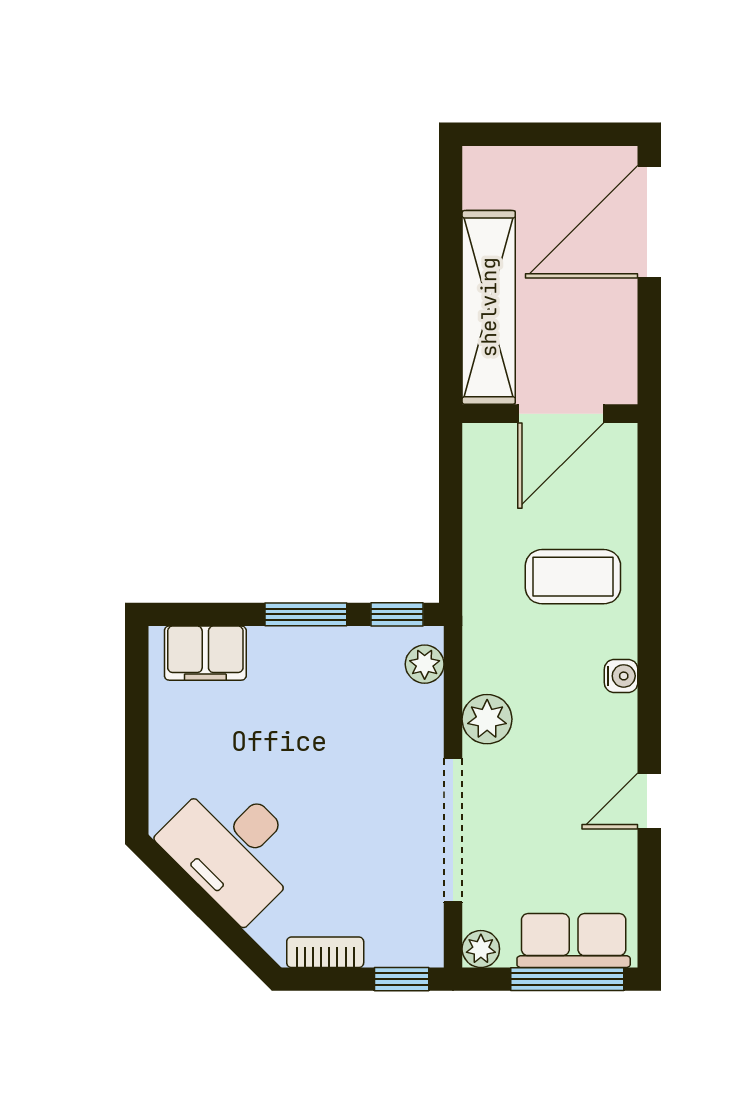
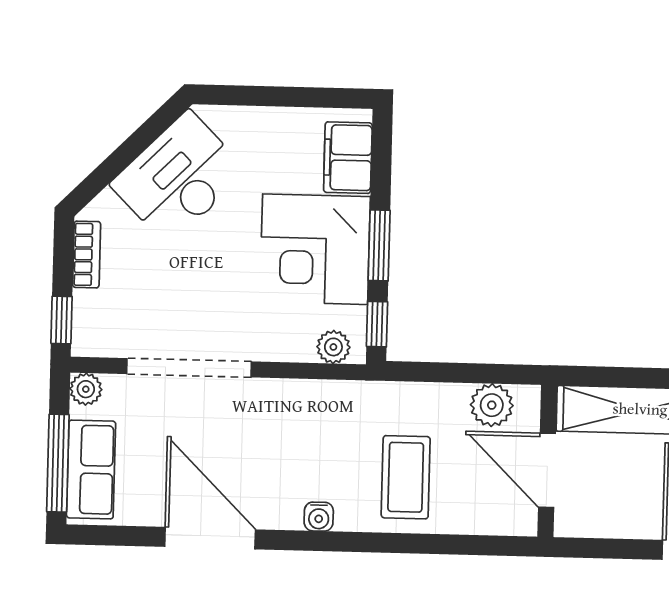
corner desk: (312, 688) -> (315, 249), added
plant: (487, 719) -> (492, 405), moved
door: (649, 801) -> (210, 538), width x1.88

